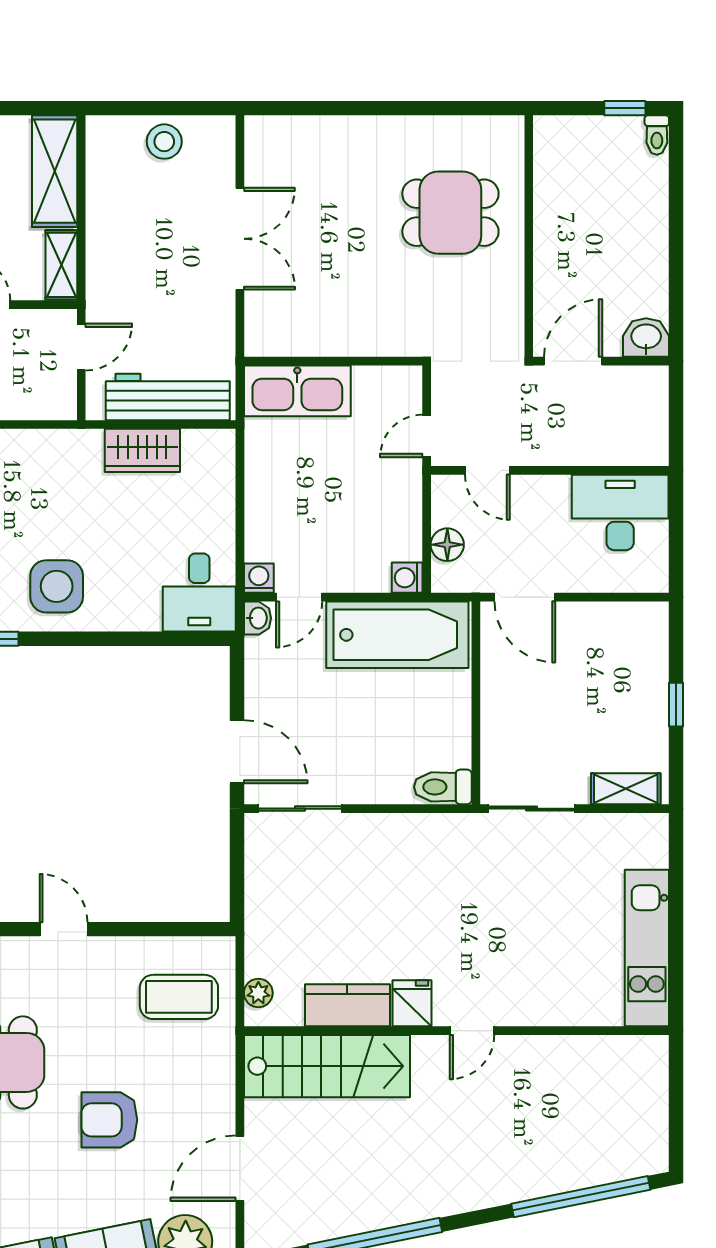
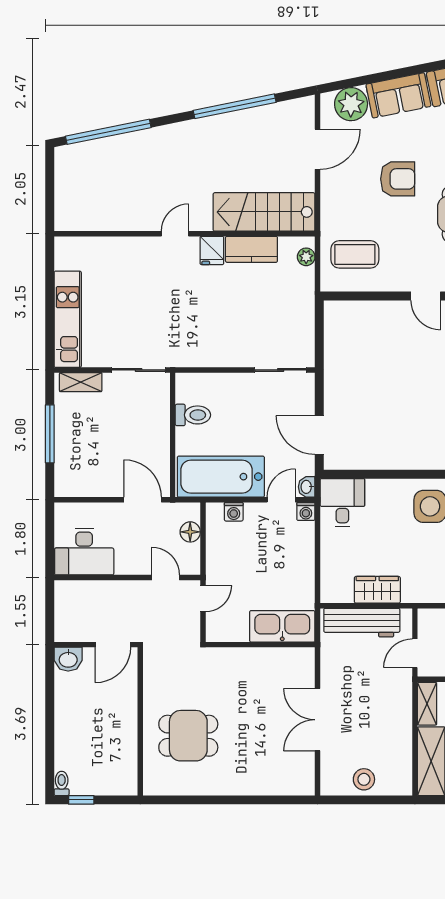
washing machine: (407, 578) -> (234, 512), moved, turned 90
window: (676, 705) -> (50, 434), width x2.17
door: (237, 752) -> (319, 435), moved
toilet: (443, 787) -> (193, 415), moved
kitchen unit: (647, 948) -> (68, 319), moved

